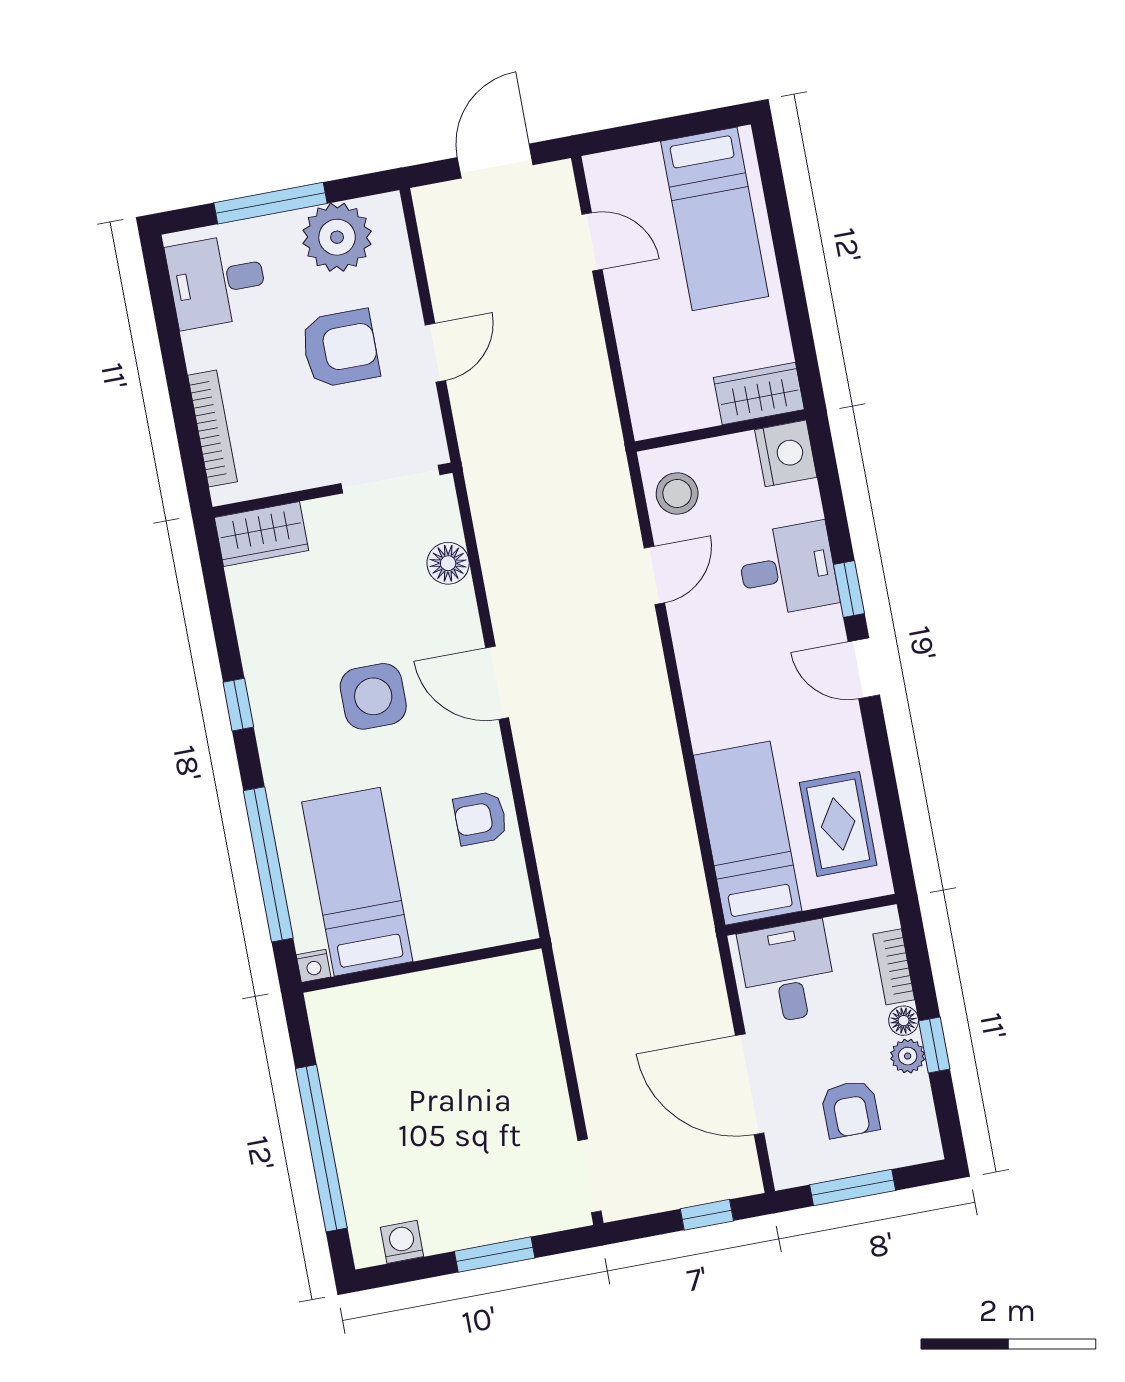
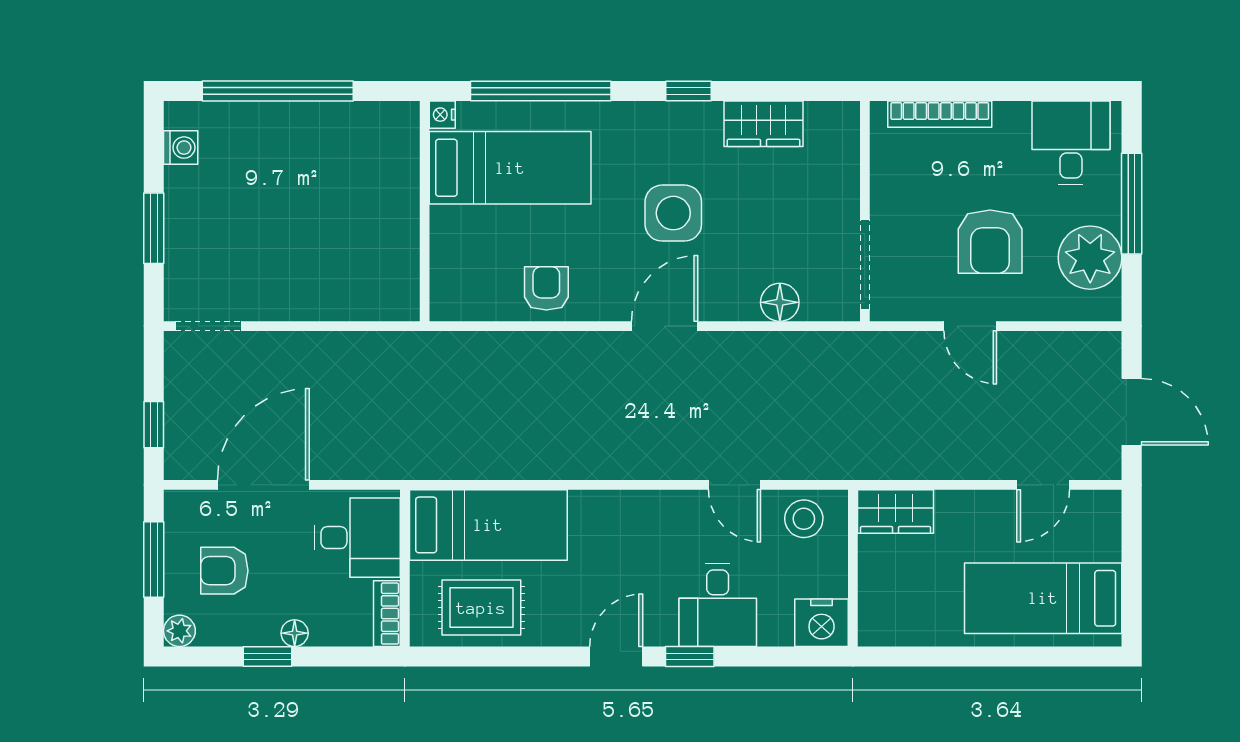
wardrobe: (759, 393) -> (896, 512), moved, turned 90
wardrobe: (261, 534) -> (763, 124), moved, turned -90
bookcase: (894, 967) -> (387, 614), moved, turned -90
plant: (908, 1056) -> (179, 631), moved

